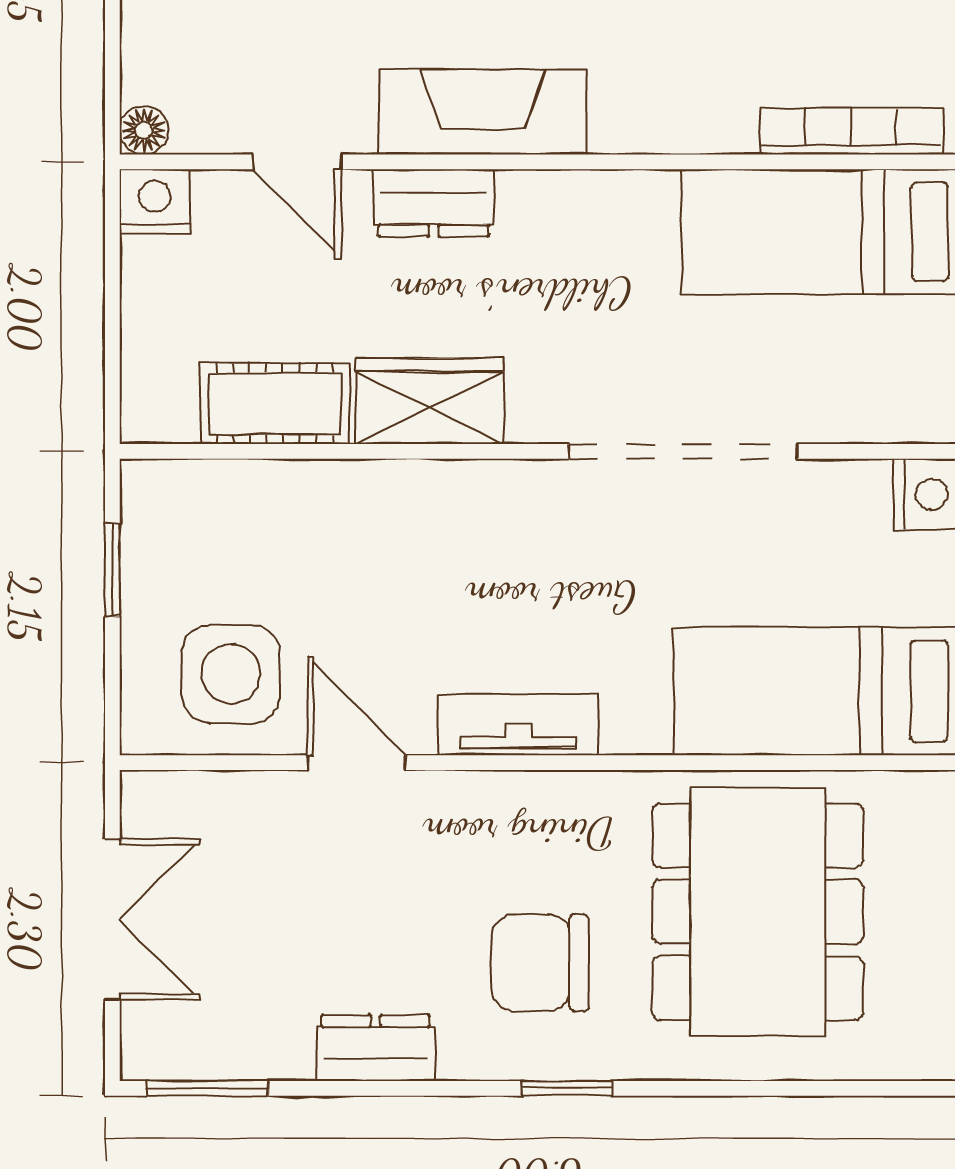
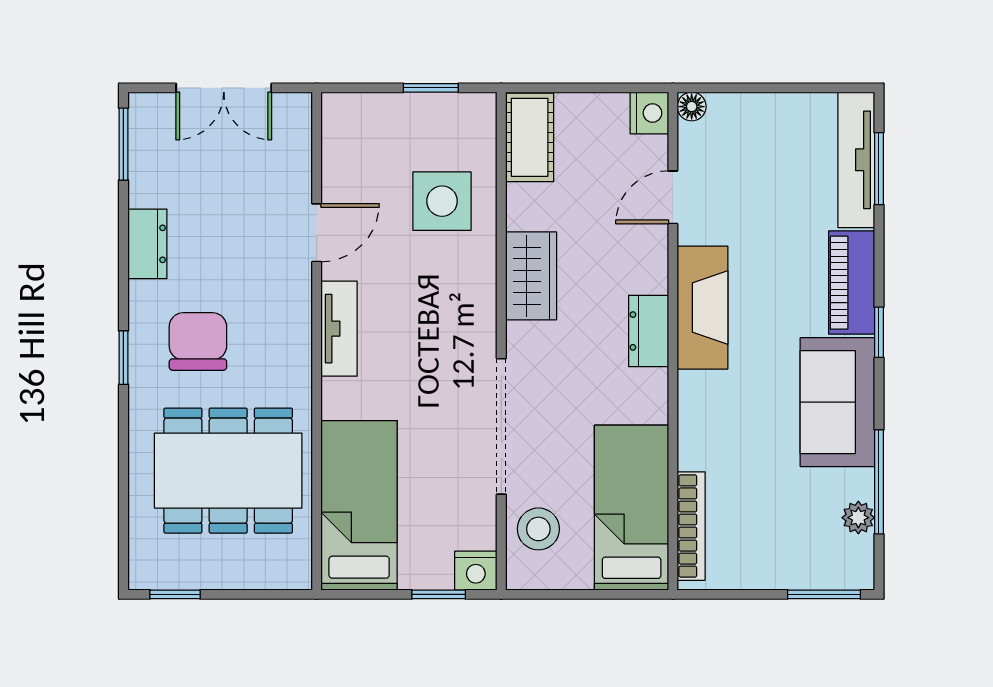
dresser: (434, 203) -> (649, 331), moved
stool: (856, 389) -> (538, 529), added
cot: (275, 404) -> (530, 137), moved
side table: (231, 674) -> (442, 201), moved

